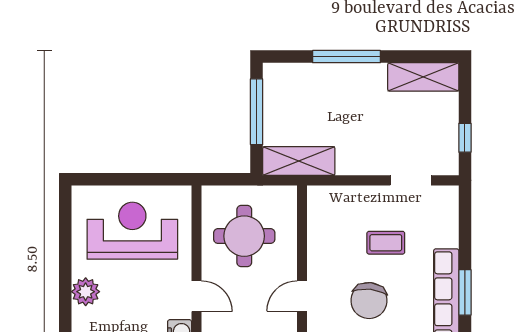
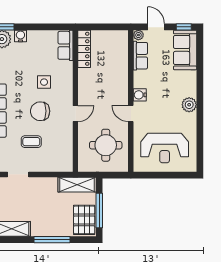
pallet: (285, 94) -> (84, 220), added
plant: (86, 292) -> (189, 105), moved
chair: (369, 301) -> (40, 111), turned -96

